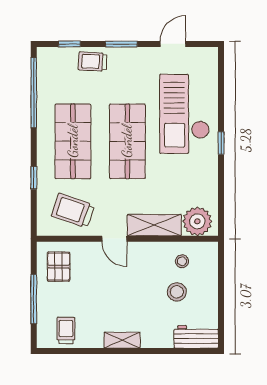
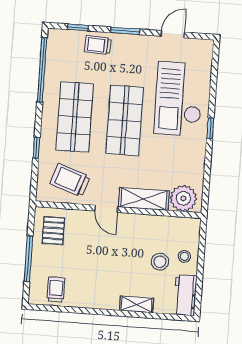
stool: (182, 261) -> (184, 256), moved
workbench: (196, 337) -> (185, 295), moved, turned -90
shelving: (122, 340) -> (137, 304), moved

